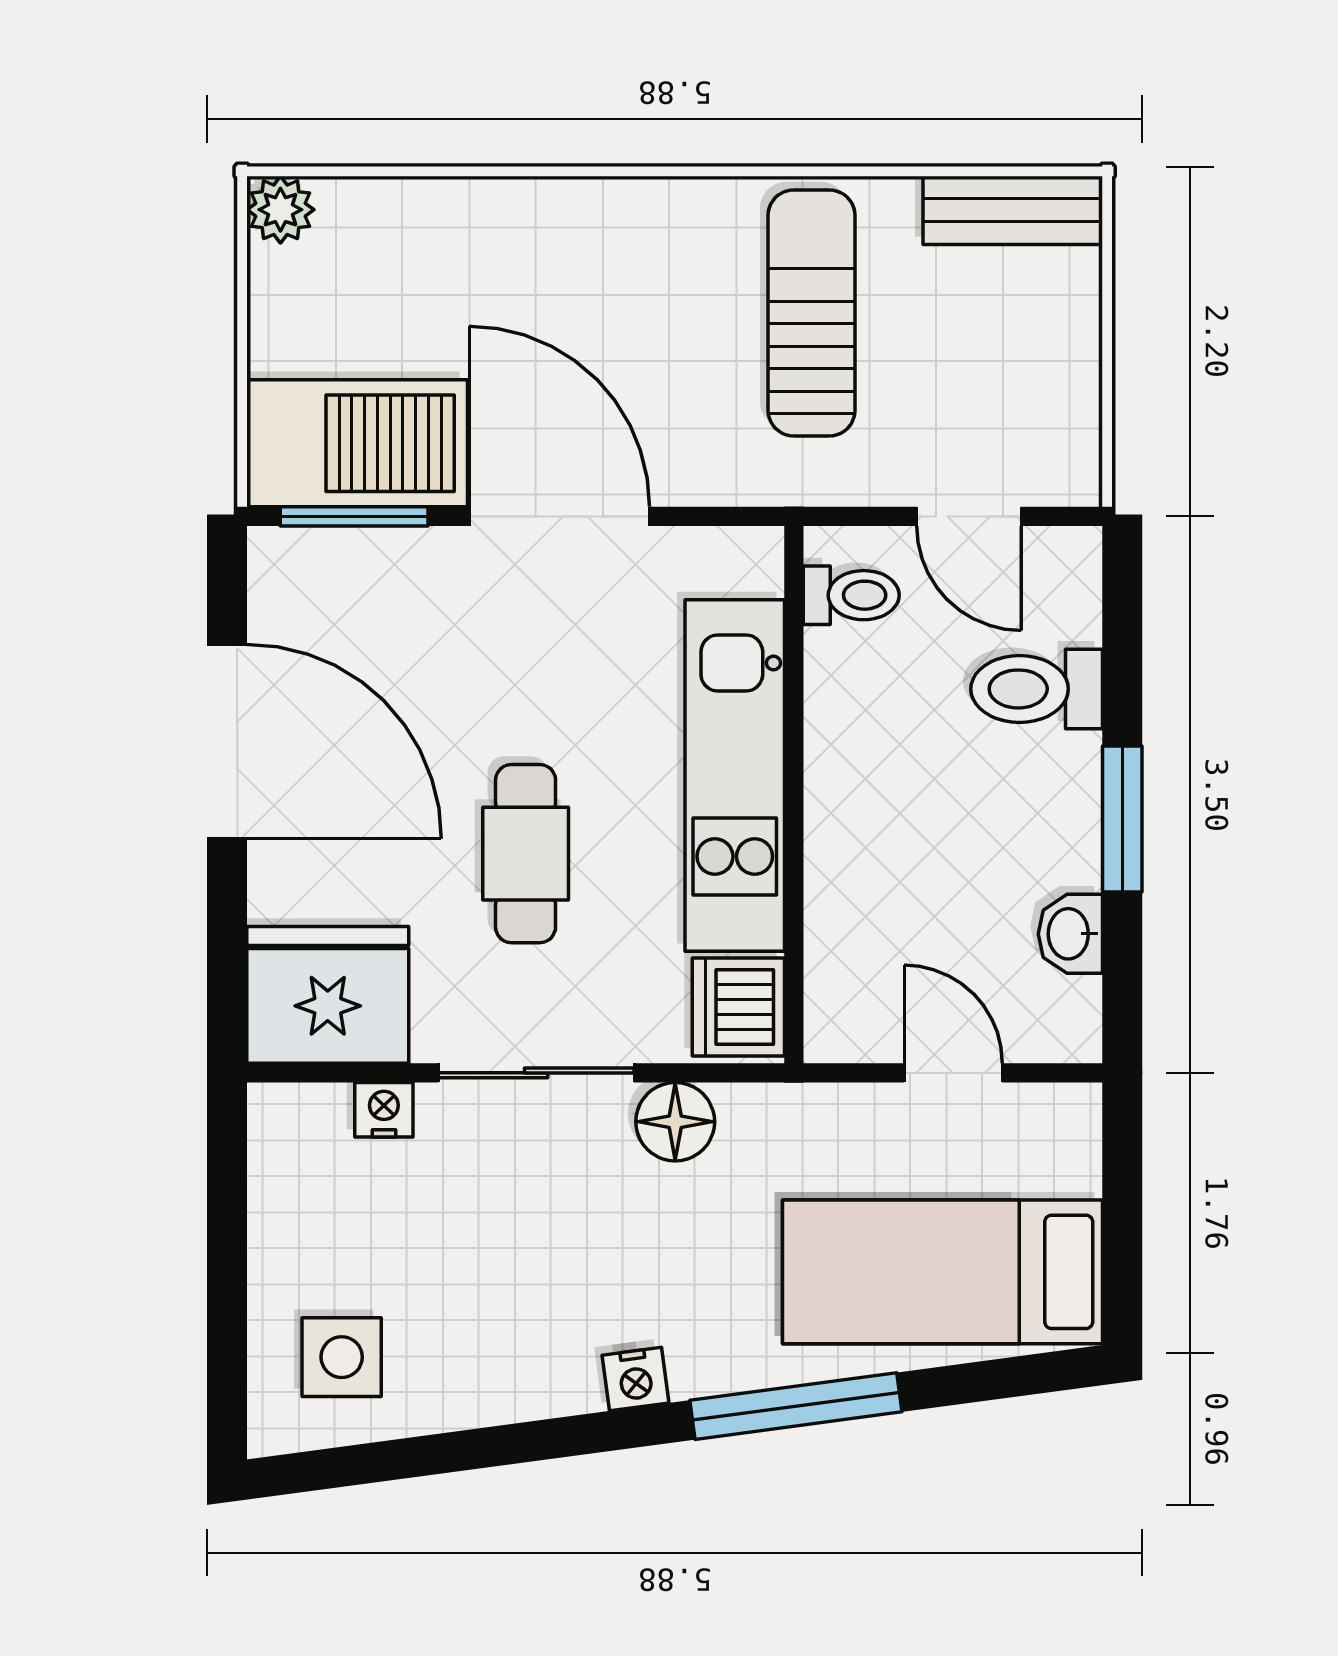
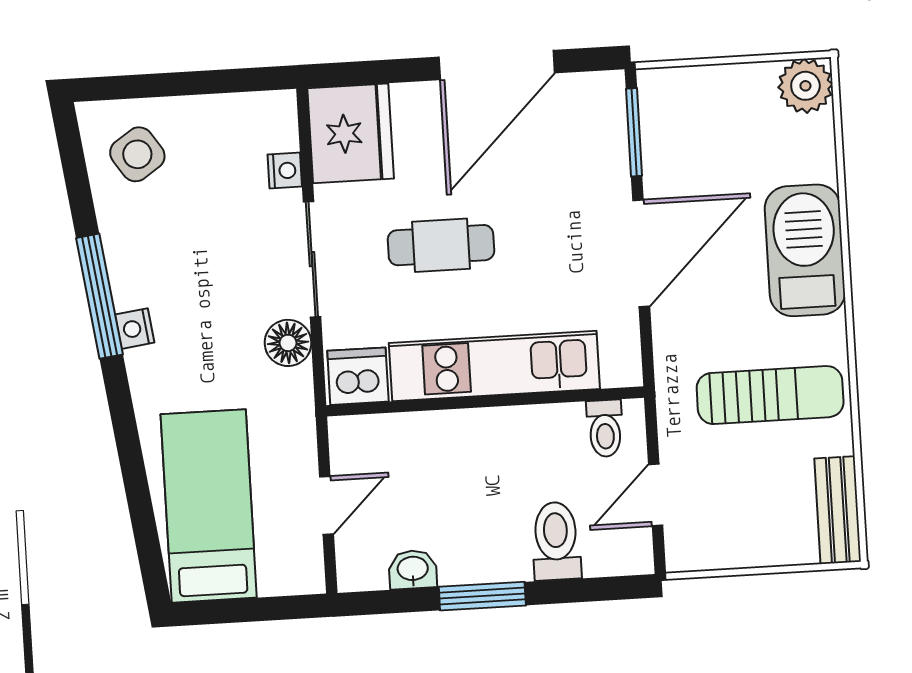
plant: (280, 210) -> (805, 86), width x1.38, depth x1.38
barbecue: (357, 443) -> (805, 250), moved, turned 180
side table: (342, 1357) -> (137, 154), turned -34
window: (796, 1406) -> (99, 296), moved

